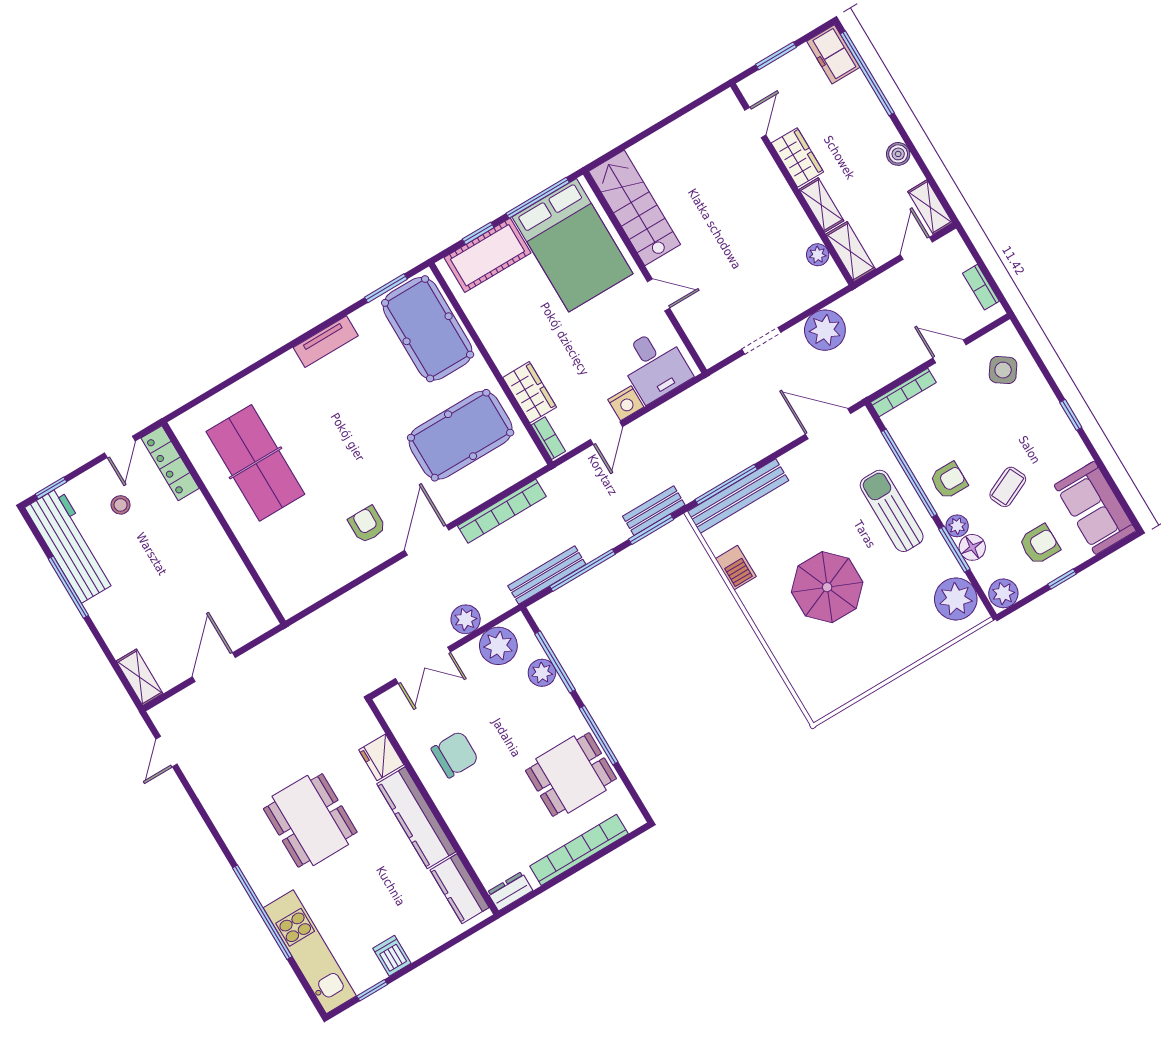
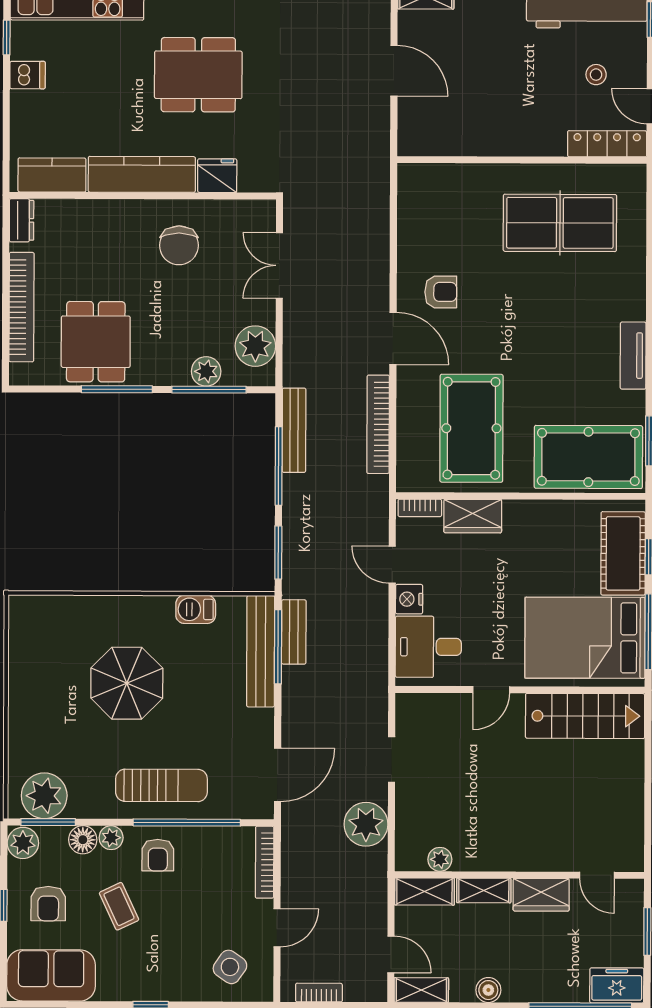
bench: (654, 511) -> (294, 632), moved
window: (954, 549) -> (48, 822), moved
plant: (466, 619) -> (298, 330), removed

